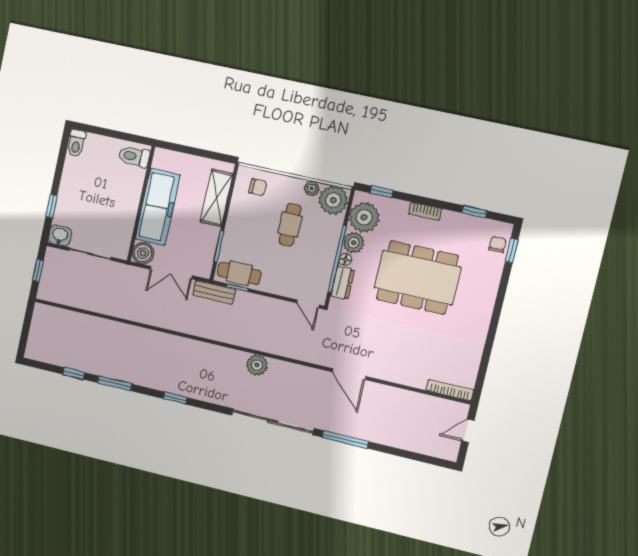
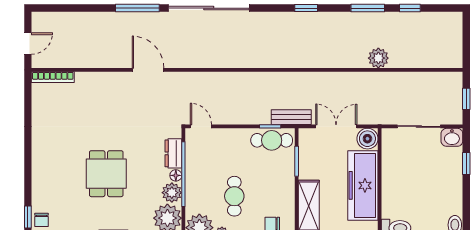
dining table: (417, 278) -> (106, 174), width x0.53, depth x0.80
plant: (257, 365) -> (378, 58), moved

